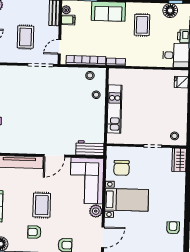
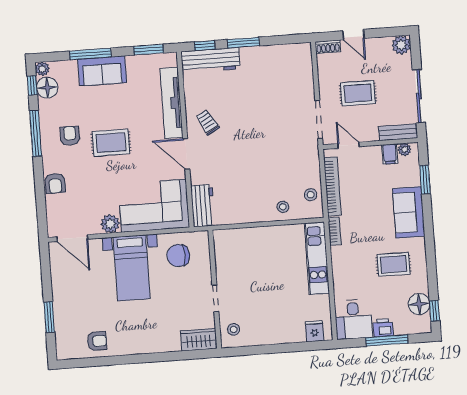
kitchen unit: (114, 109) -> (317, 258), moved, turned 90
trolley: (35, 139) -> (207, 122), added

